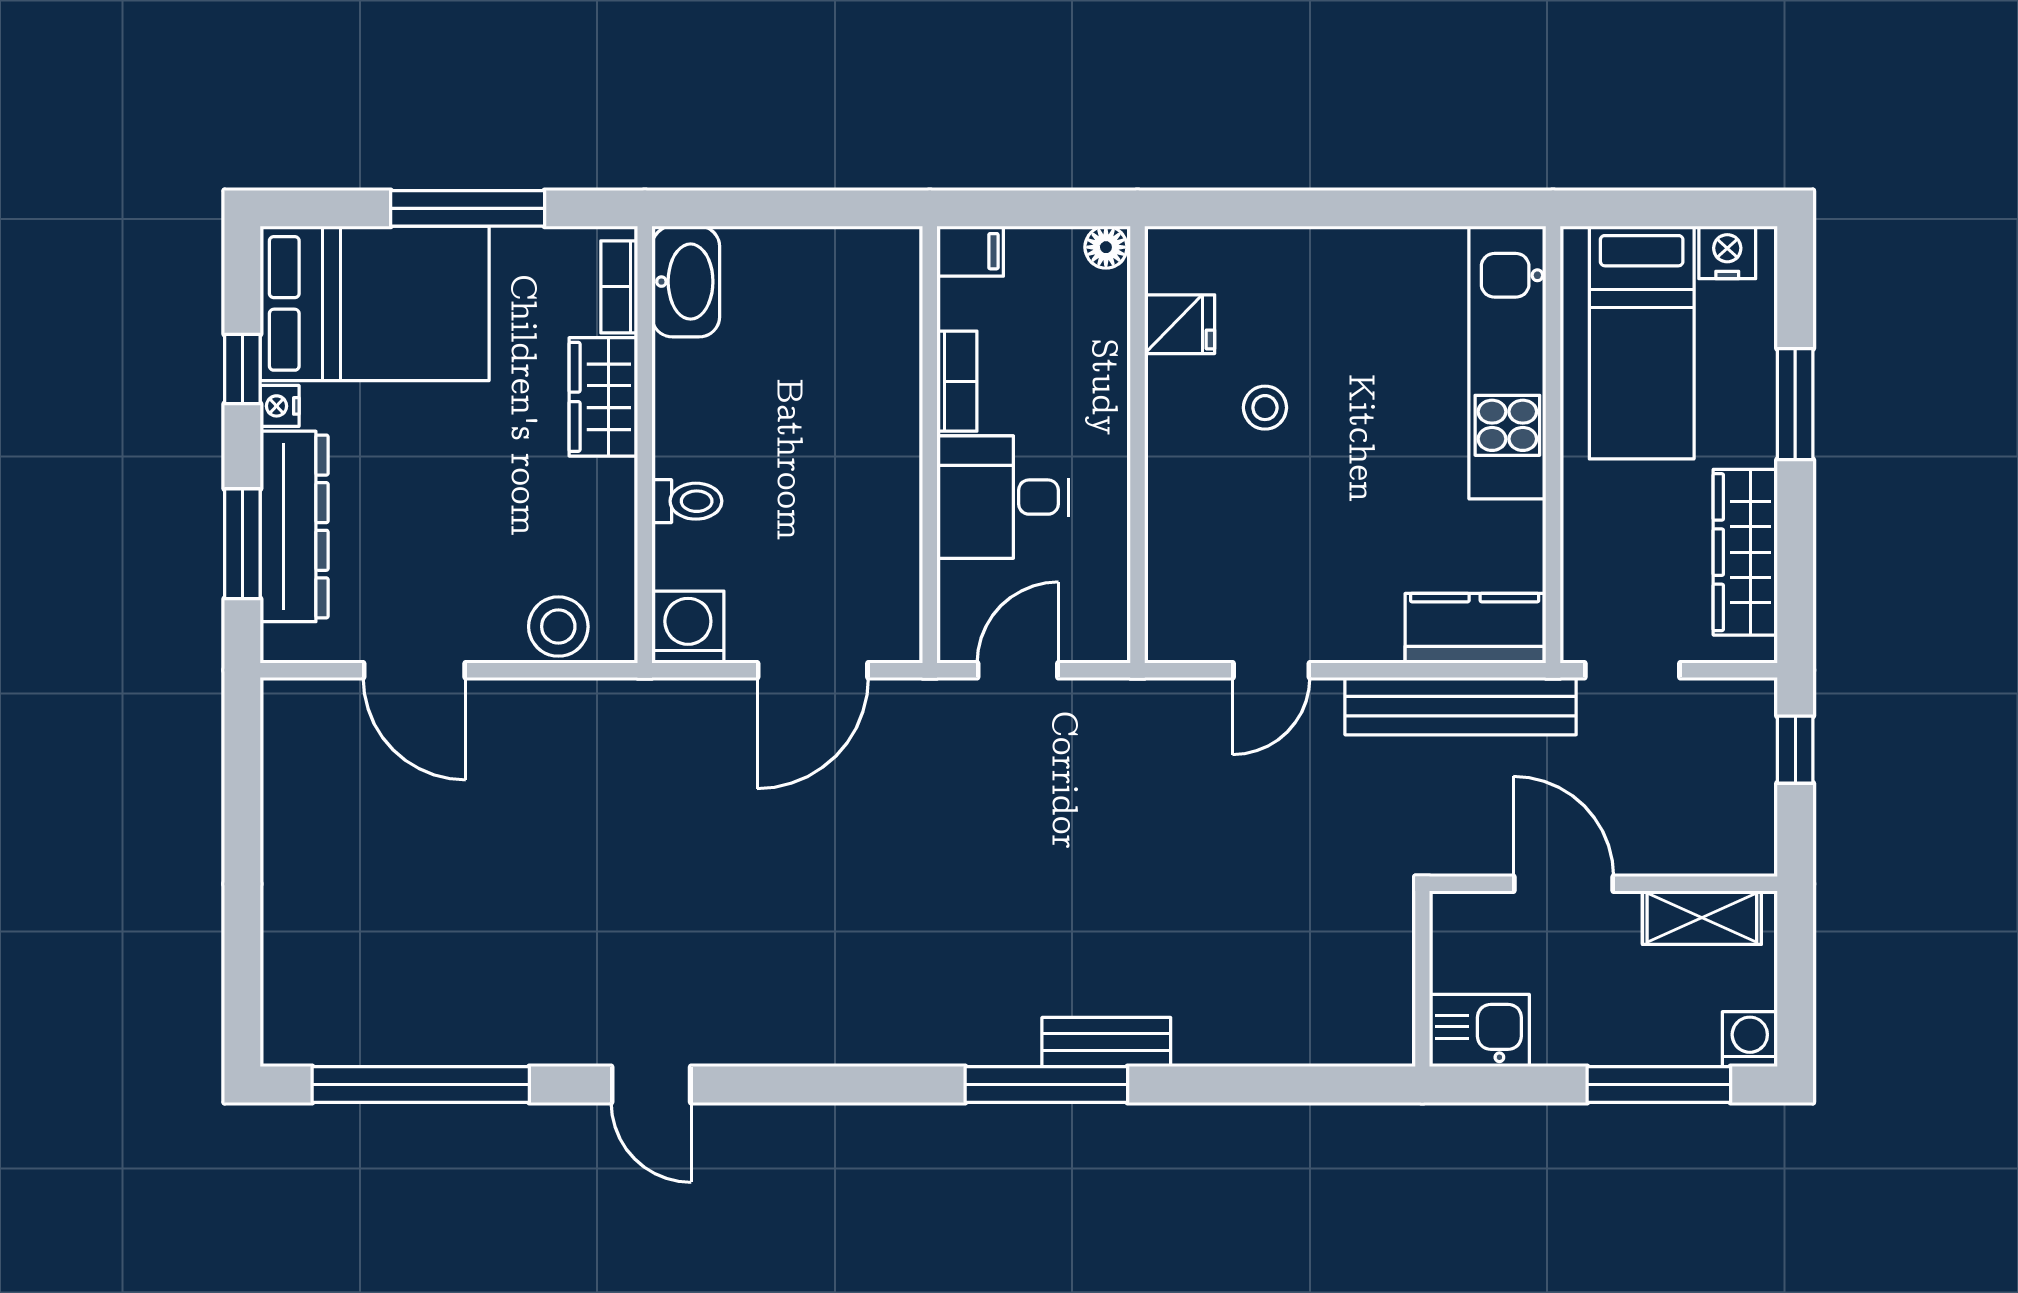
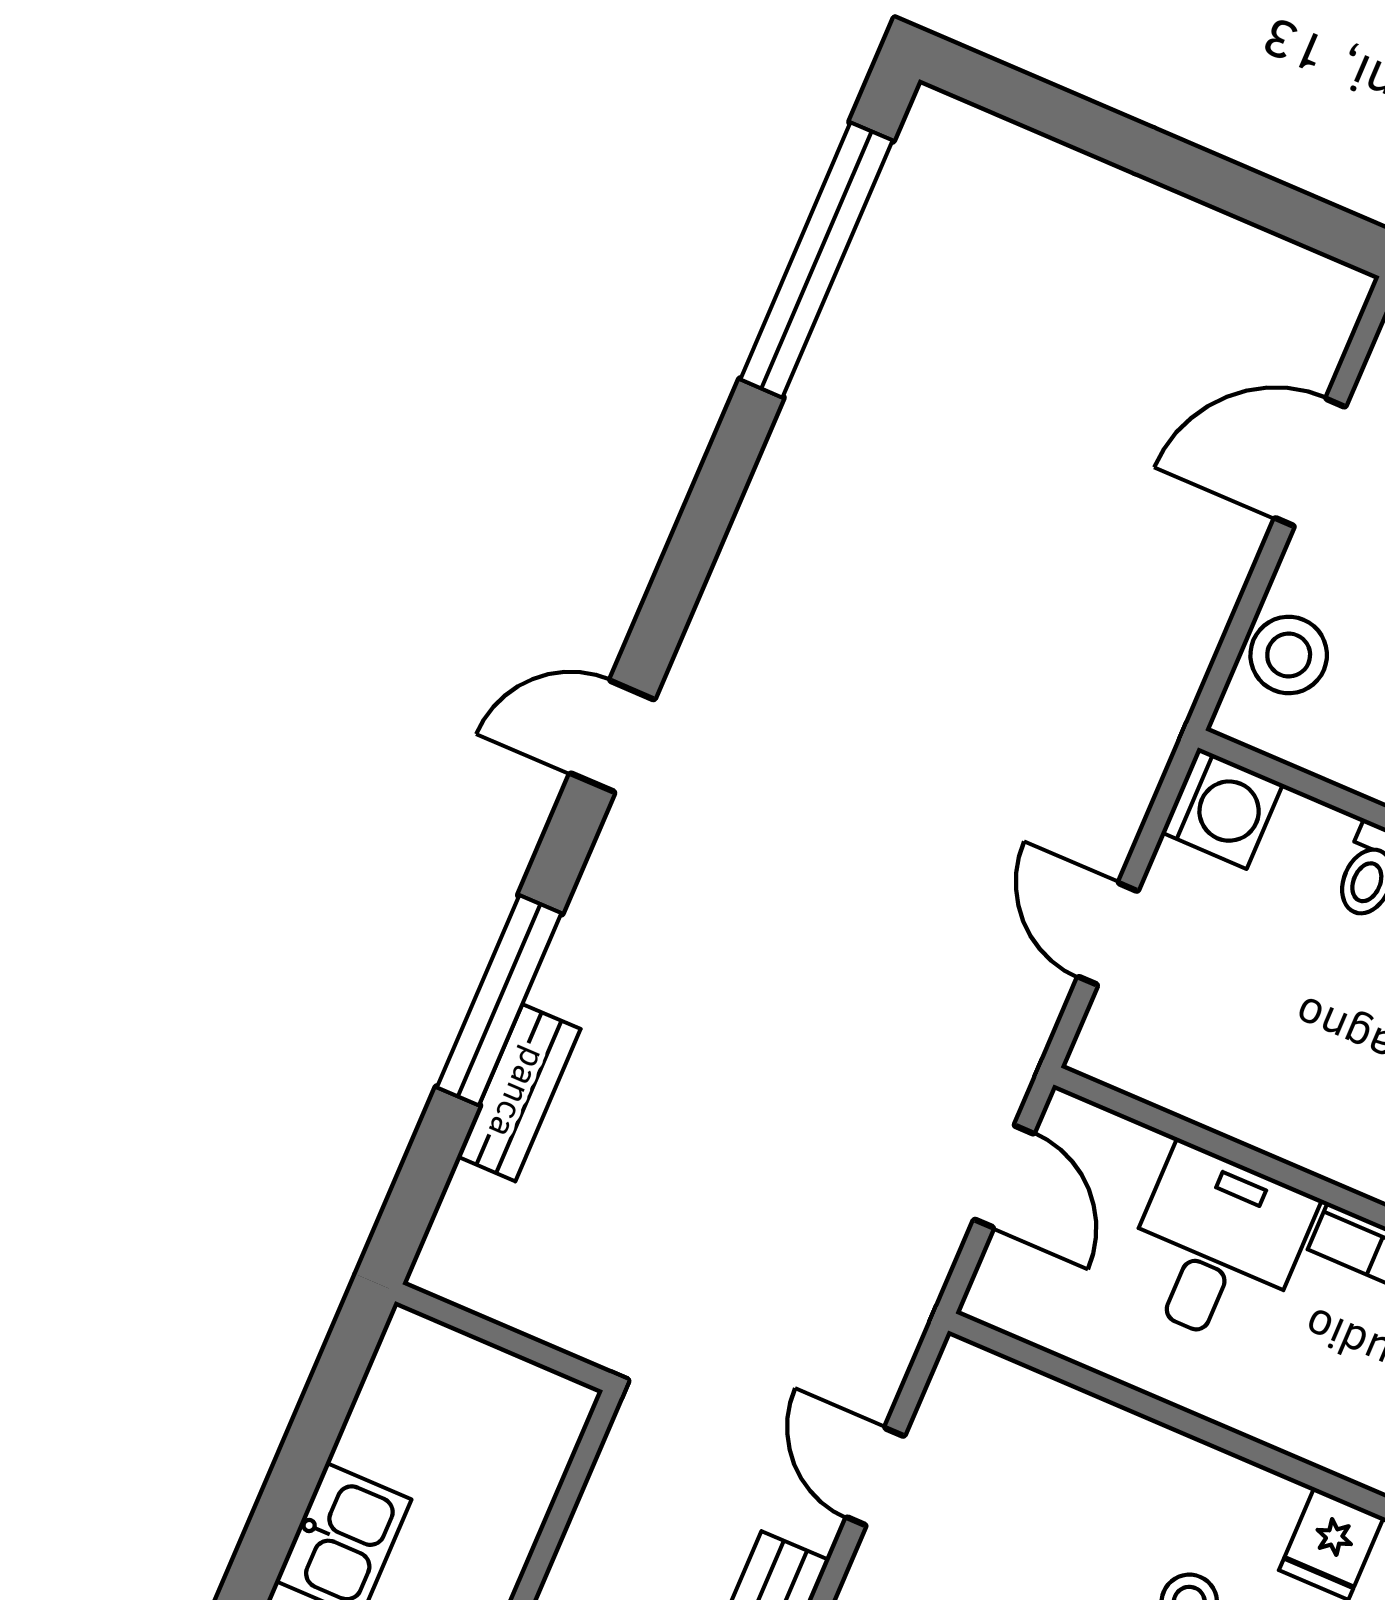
door: (813, 670) -> (1108, 934), width x0.73
wall: (1422, 979) -> (503, 1337), moved
door: (651, 1084) -> (612, 736), moved

